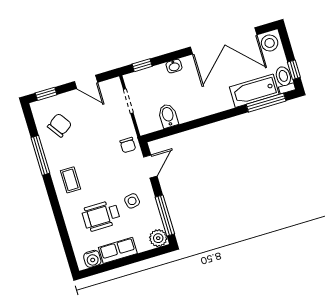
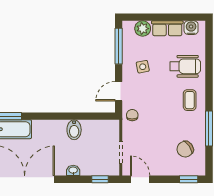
door: (86, 82) -> (140, 179), moved
bidet: (168, 116) -> (74, 130), moved
wheelchair: (101, 216) -> (185, 66), moved
plant: (158, 238) -> (143, 29), moved

